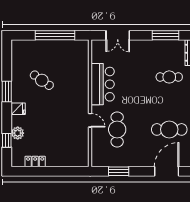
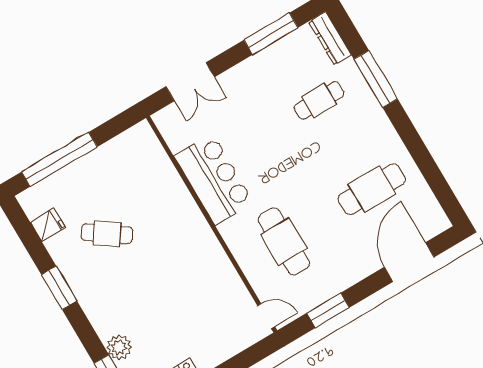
window: (55, 35) -> (59, 159), moved
fridge: (18, 109) -> (48, 225), moved
door: (90, 120) -> (266, 316), moved

